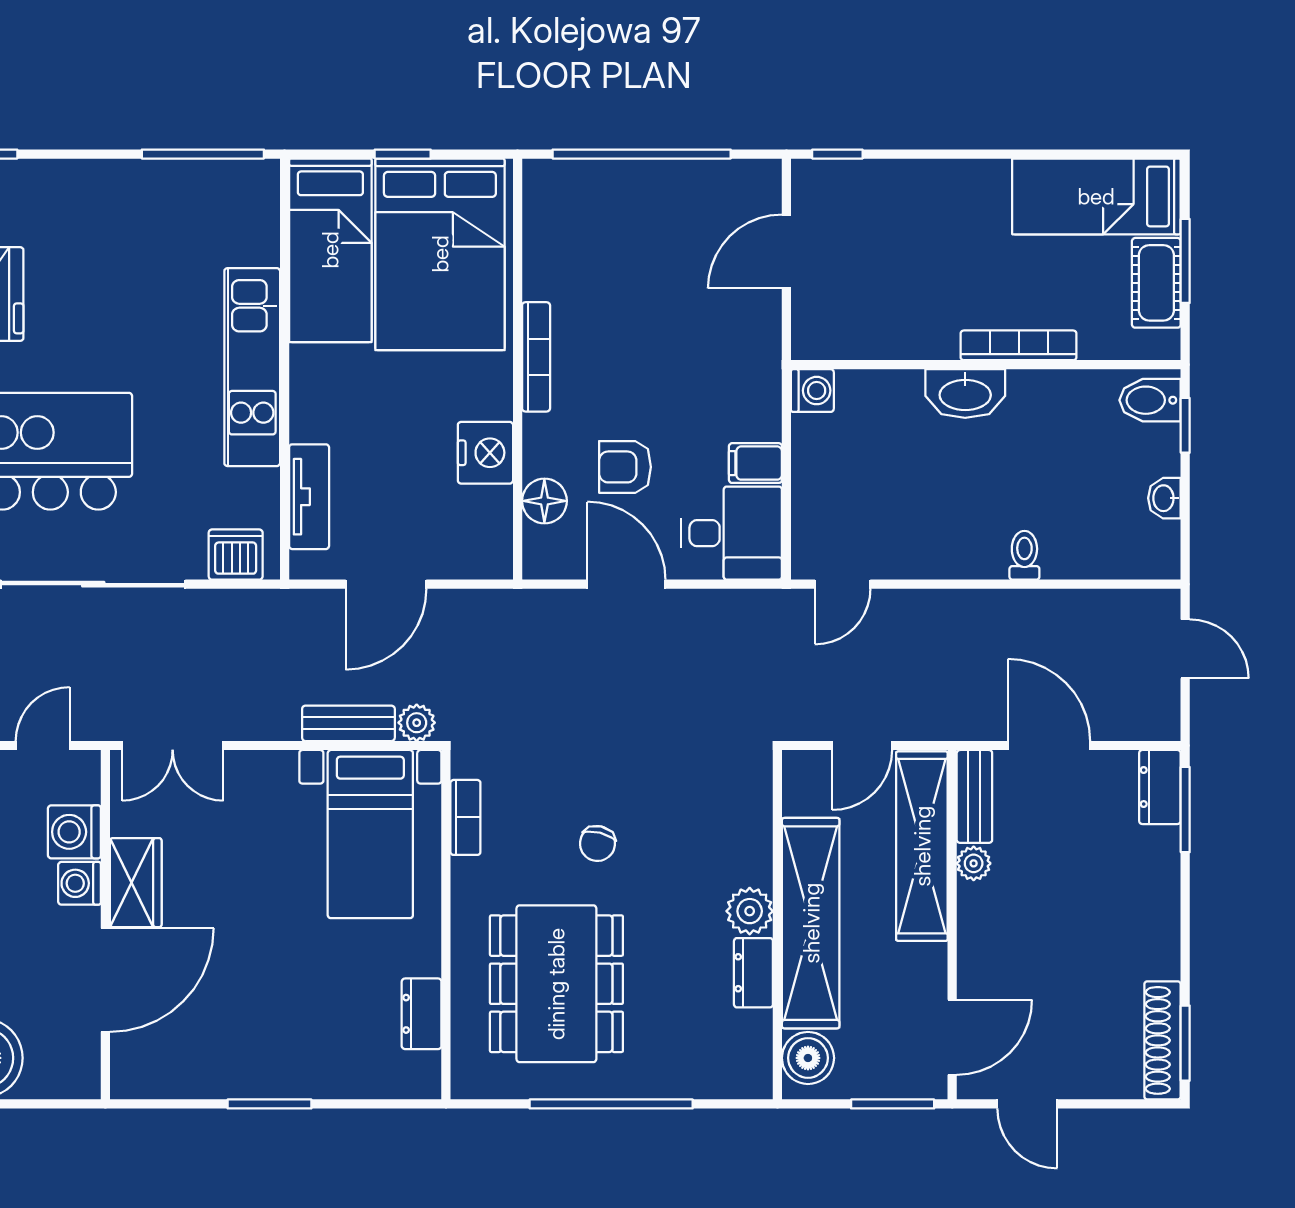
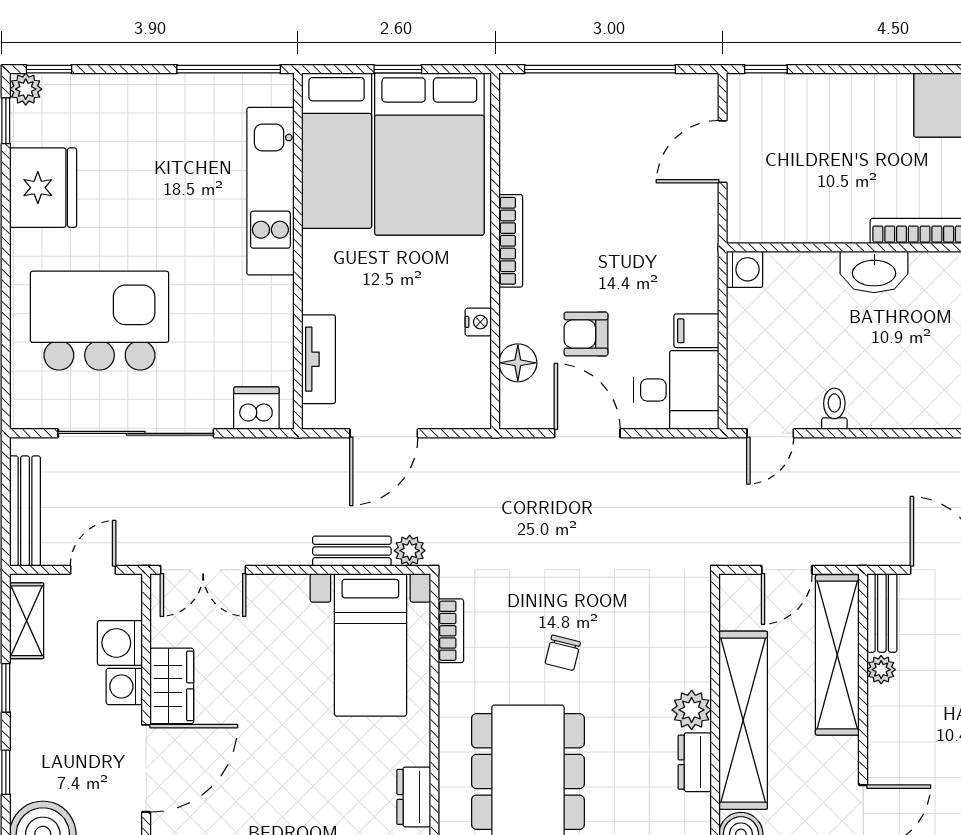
kitchen unit: (252, 367) -> (270, 191), moved
nightstand: (485, 453) -> (478, 322), width x0.53, depth x0.56
toilet: (1024, 555) -> (834, 409), moved

